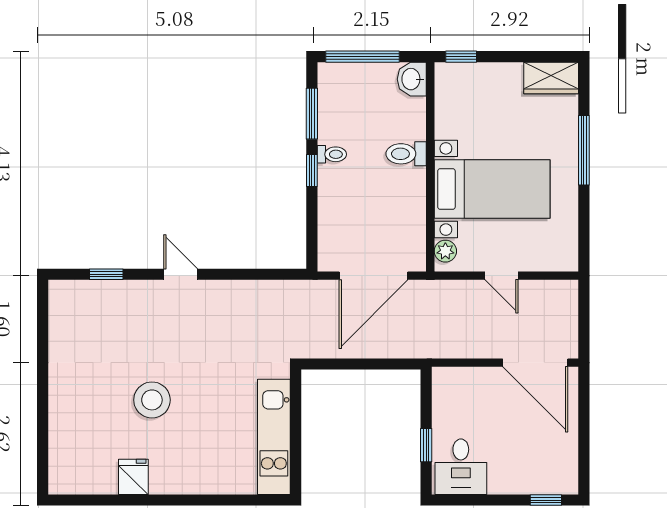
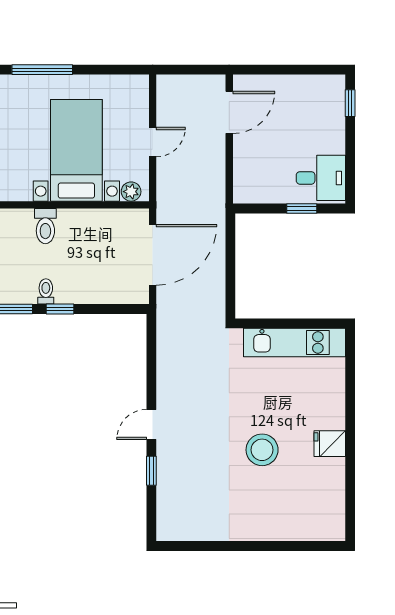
window: (106, 274) -> (151, 471), moved
door: (373, 276) -> (153, 255), hinge flipped
door: (535, 363) -> (229, 112), width x0.73
fridge: (133, 477) -> (330, 444), moved

